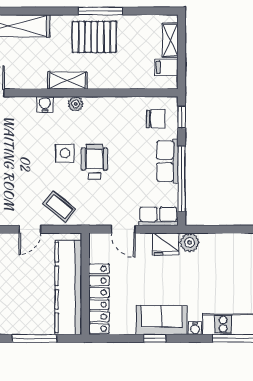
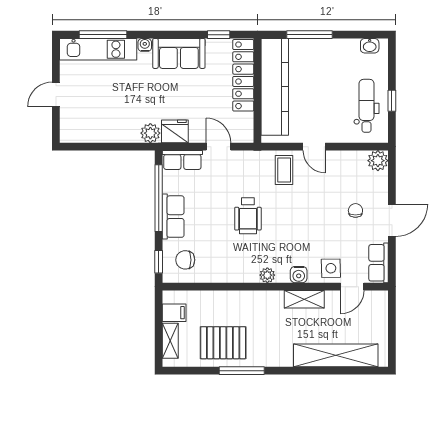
pallet: (94, 37) -> (223, 343), moved
shelving: (67, 80) -> (304, 299), moved
side table: (65, 153) -> (331, 268), moved
coffee table: (59, 206) -> (284, 170), turned 51
door: (30, 229) -> (314, 147), swing flipped
window: (155, 338) -> (219, 35), moved

